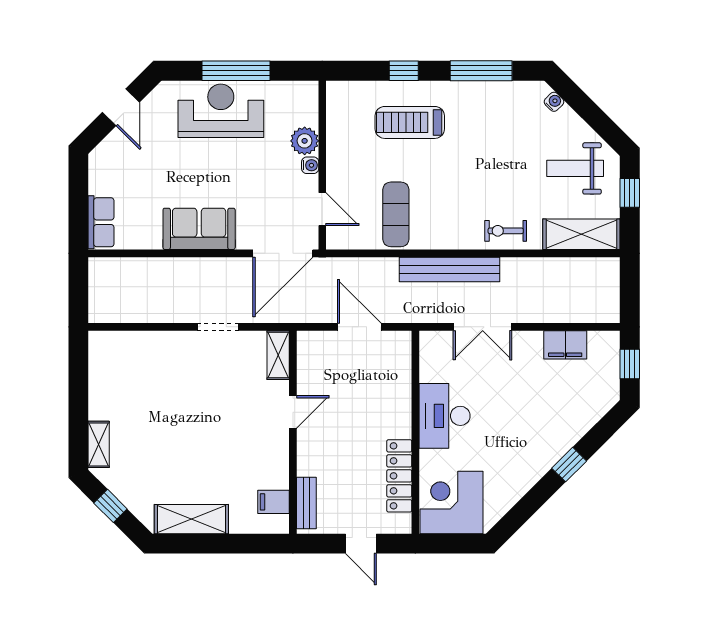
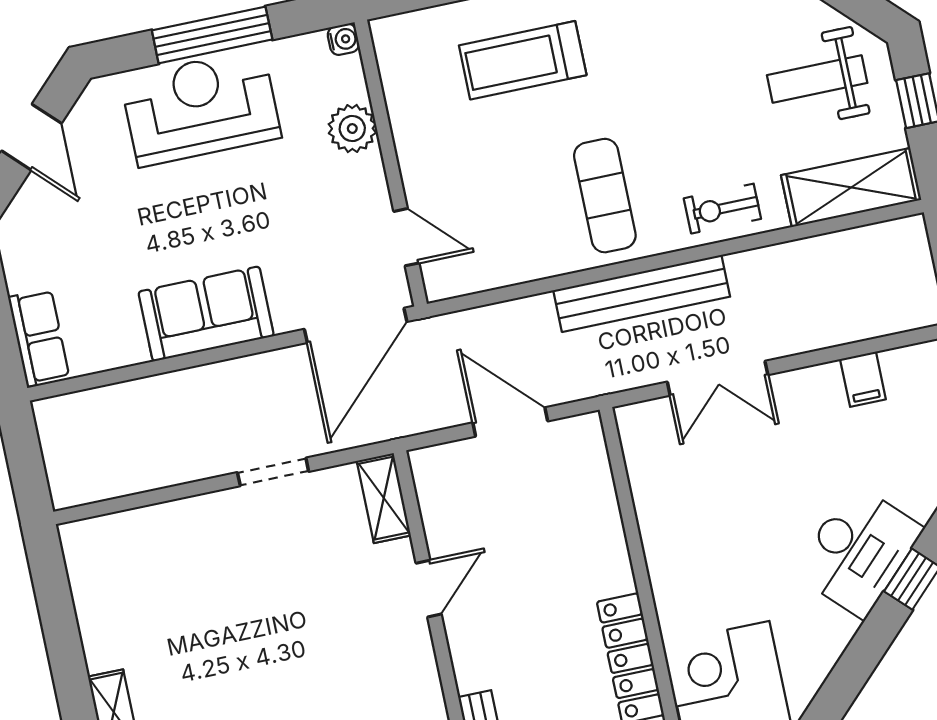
water cooler: (310, 165) -> (343, 39), moved
exercise mat: (396, 214) -> (605, 196), moved
filing cabinet: (565, 345) -> (863, 379), width x0.50
desk: (445, 416) -> (858, 551), moved, turned -135

